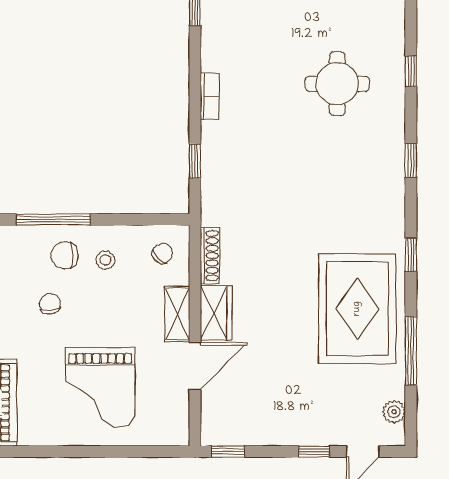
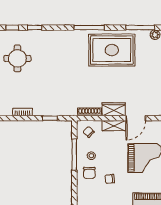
window: (411, 160) -> (35, 28), moved
window: (53, 219) -> (74, 155), moved
window: (411, 255) -> (89, 28), width x2.17
window: (411, 351) -> (140, 28), moved
door: (195, 366) -> (136, 118), swing flipped

